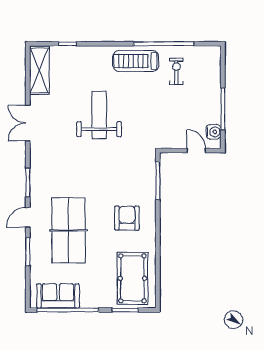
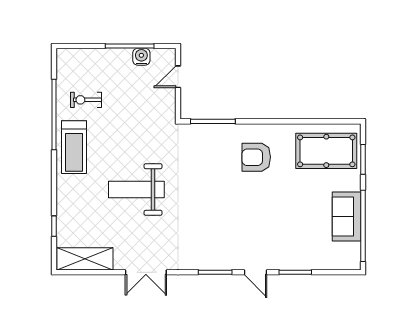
water cooler: (214, 132) -> (141, 57), moved
table tennis table: (69, 230) -> (271, 225), removed
sofa: (58, 296) -> (347, 217), moved

